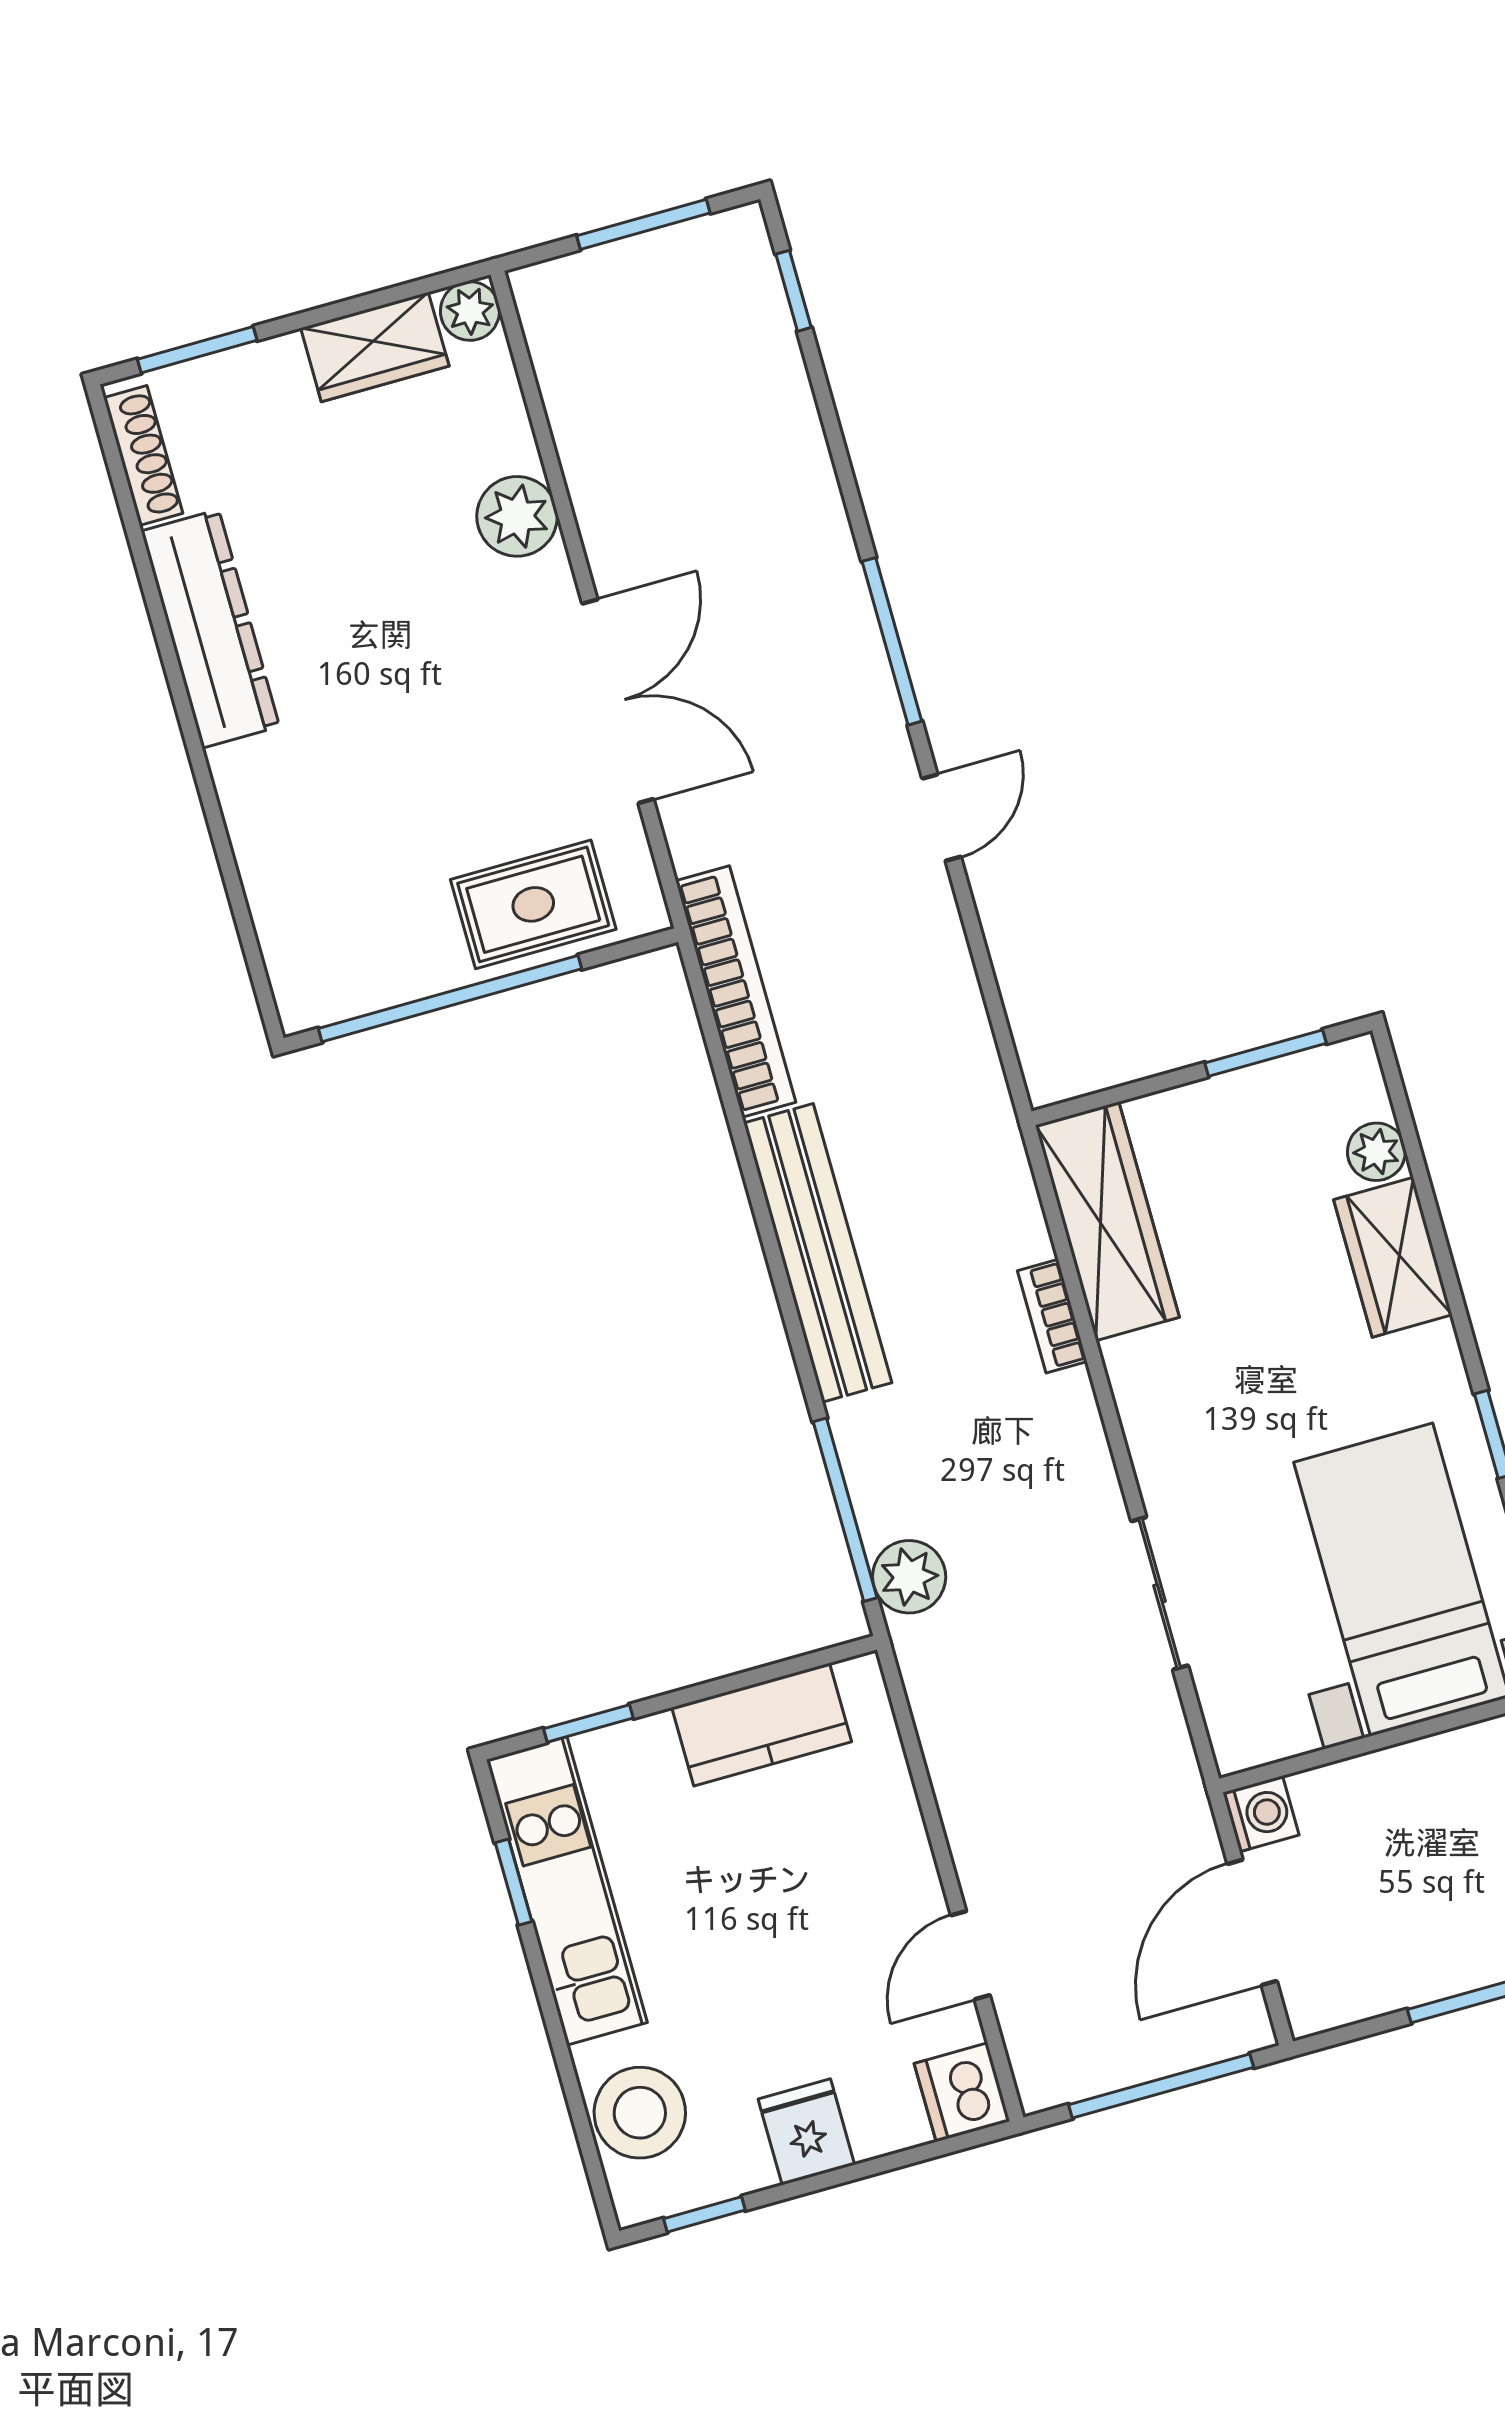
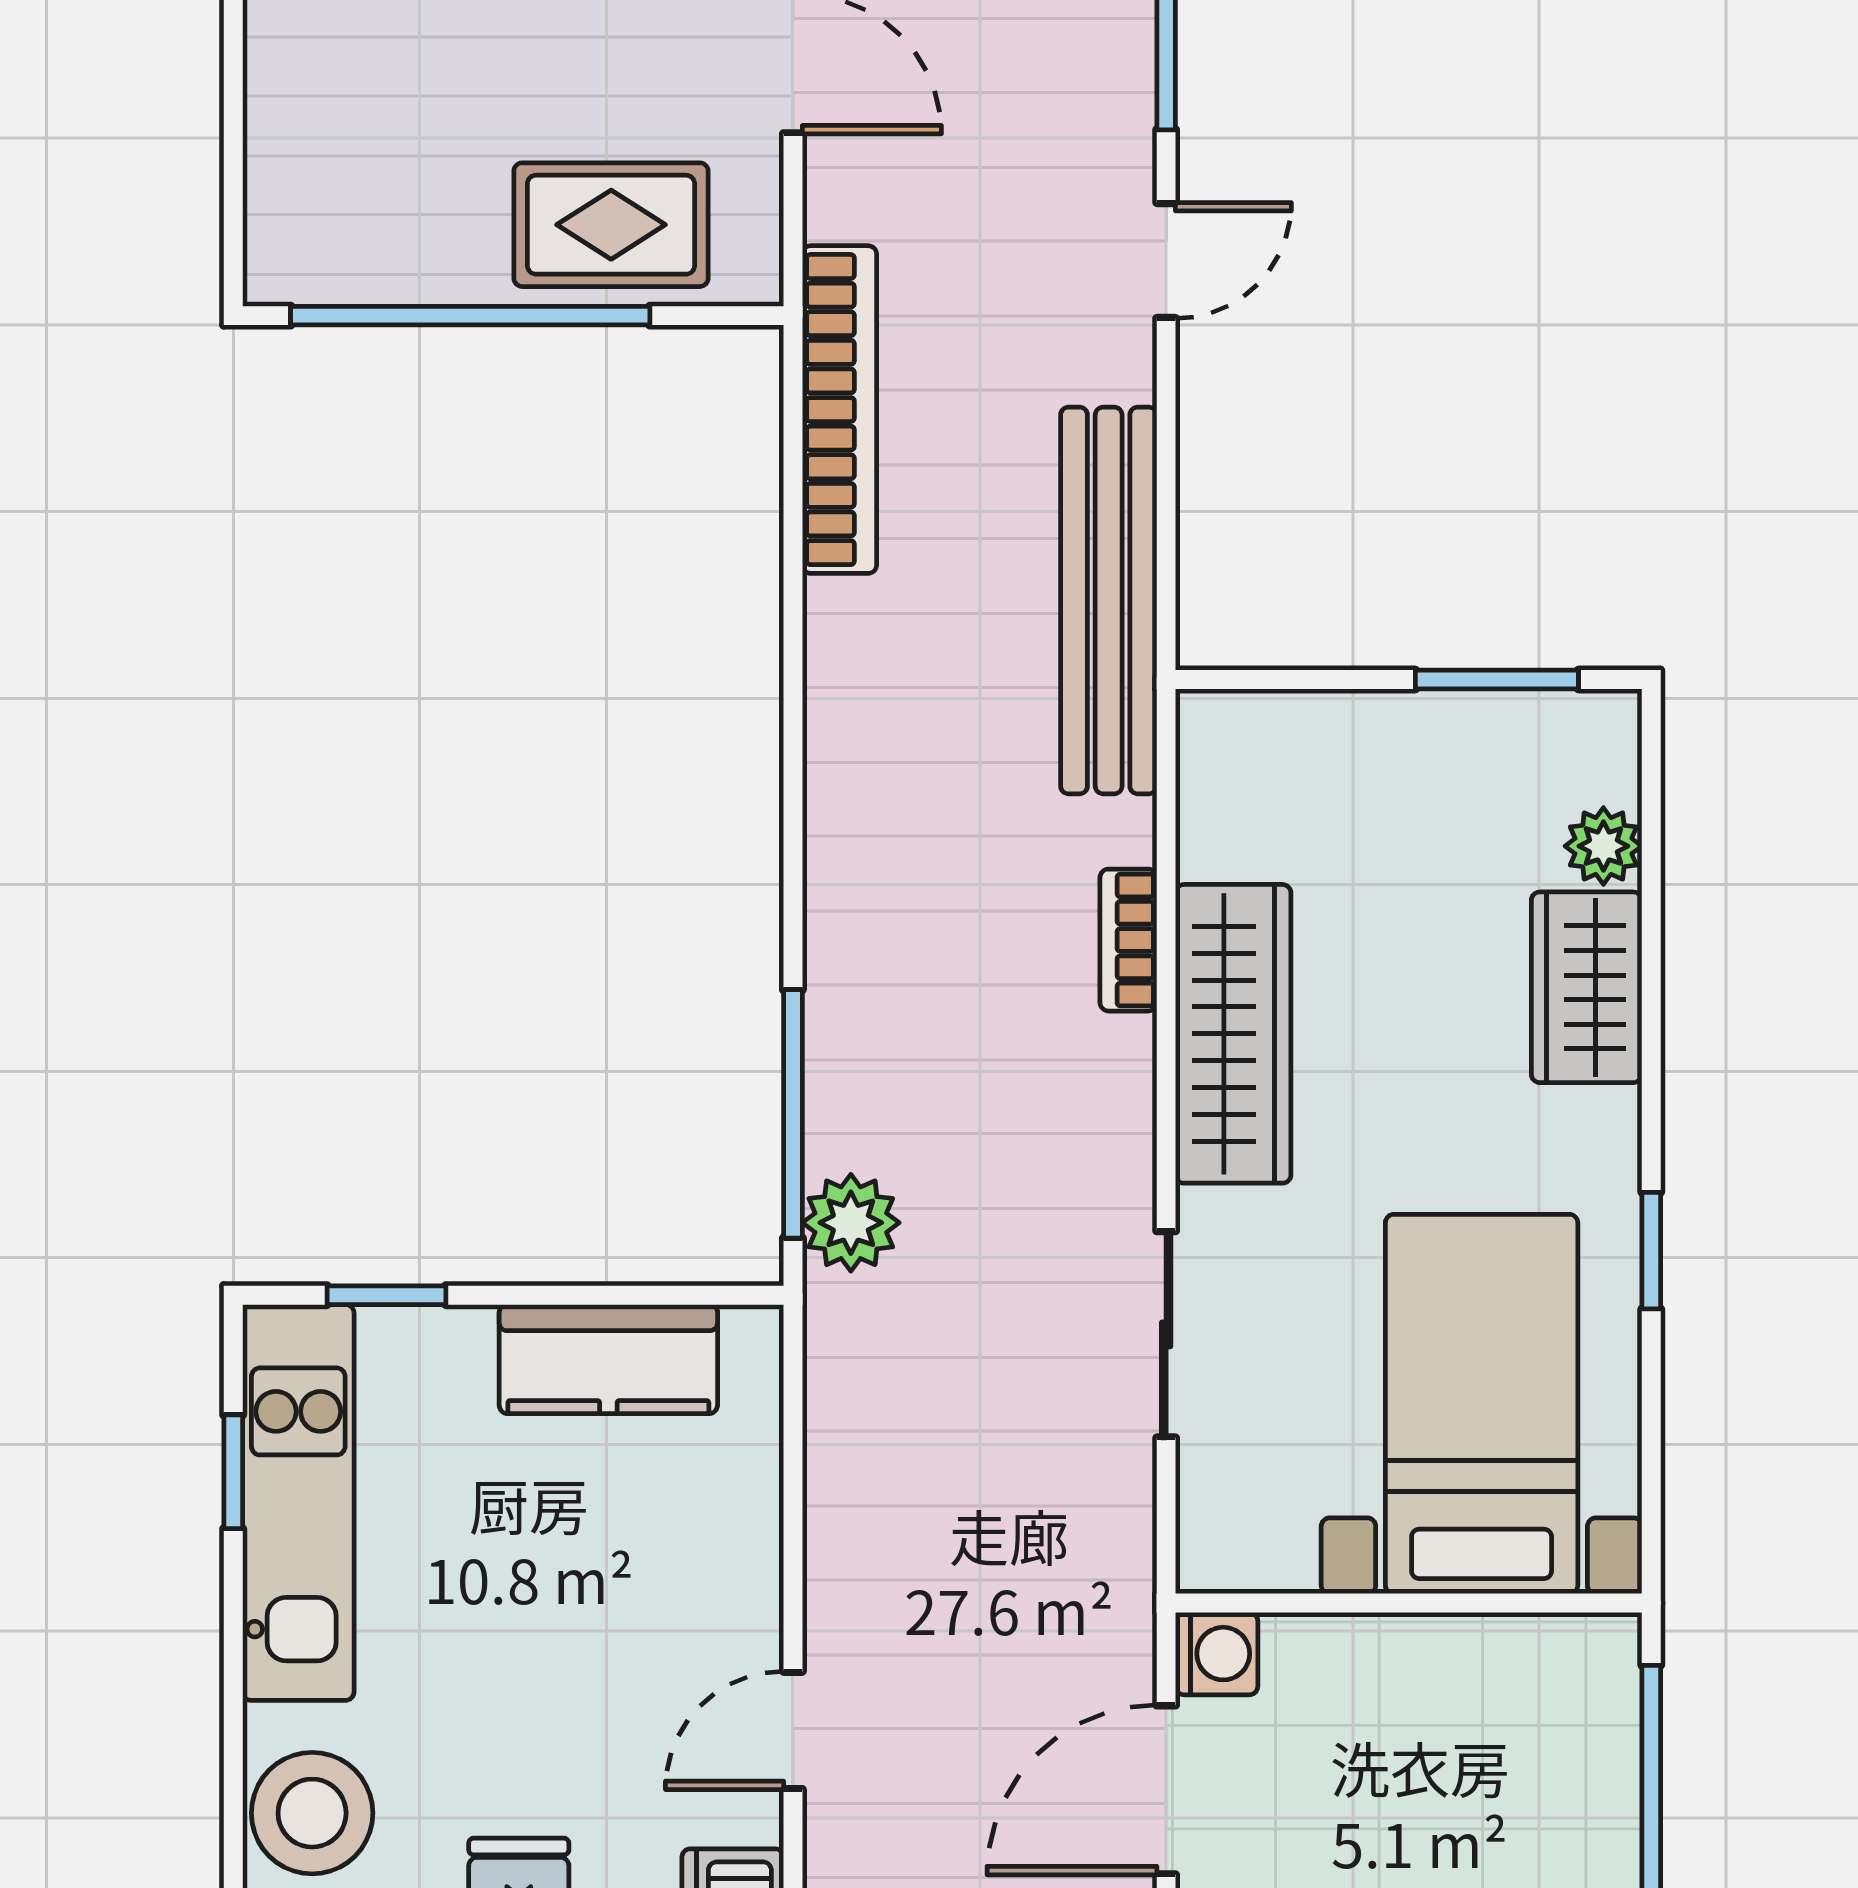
wardrobe: (1107, 1221) -> (1233, 1034), moved
bench: (818, 1253) -> (1109, 600), moved

